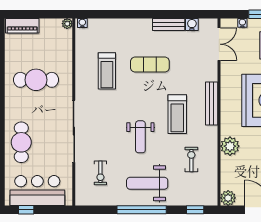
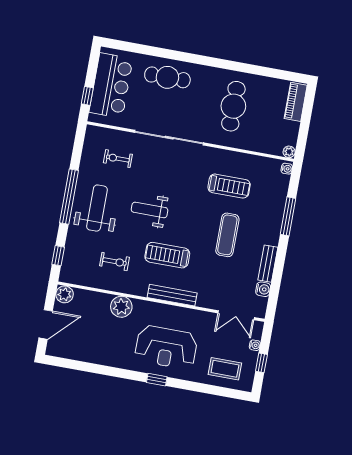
window: (124, 14) -> (288, 216), added
treadmill: (107, 71) -> (229, 186), turned 180
window: (26, 210) -> (87, 96), moved

